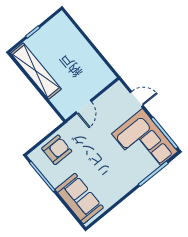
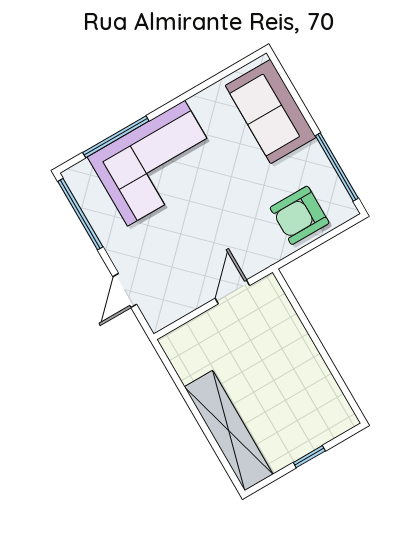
shelving: (36, 71) -> (229, 430), moved
door: (137, 99) -> (125, 291), hinge flipped
corner sofa: (145, 143) -> (156, 163), moved, turned 90

